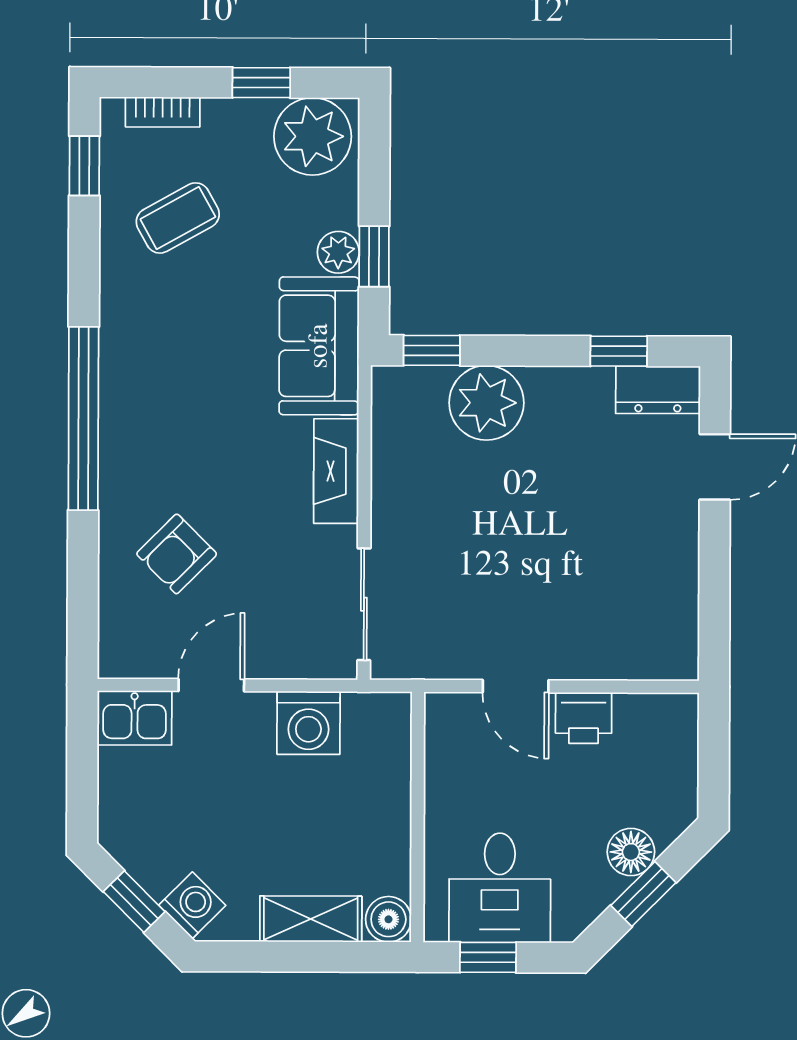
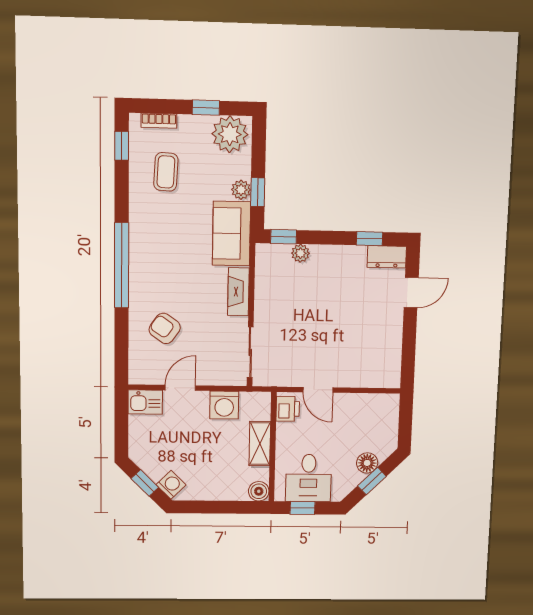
coffee table: (178, 218) -> (166, 172), turned -58
plant: (486, 403) -> (300, 253), width x0.53, depth x0.53
armchair: (177, 554) -> (165, 328), turned 80
printer: (584, 718) -> (288, 409), moved, turned -90
shelving: (311, 919) -> (260, 444), moved, turned 90

